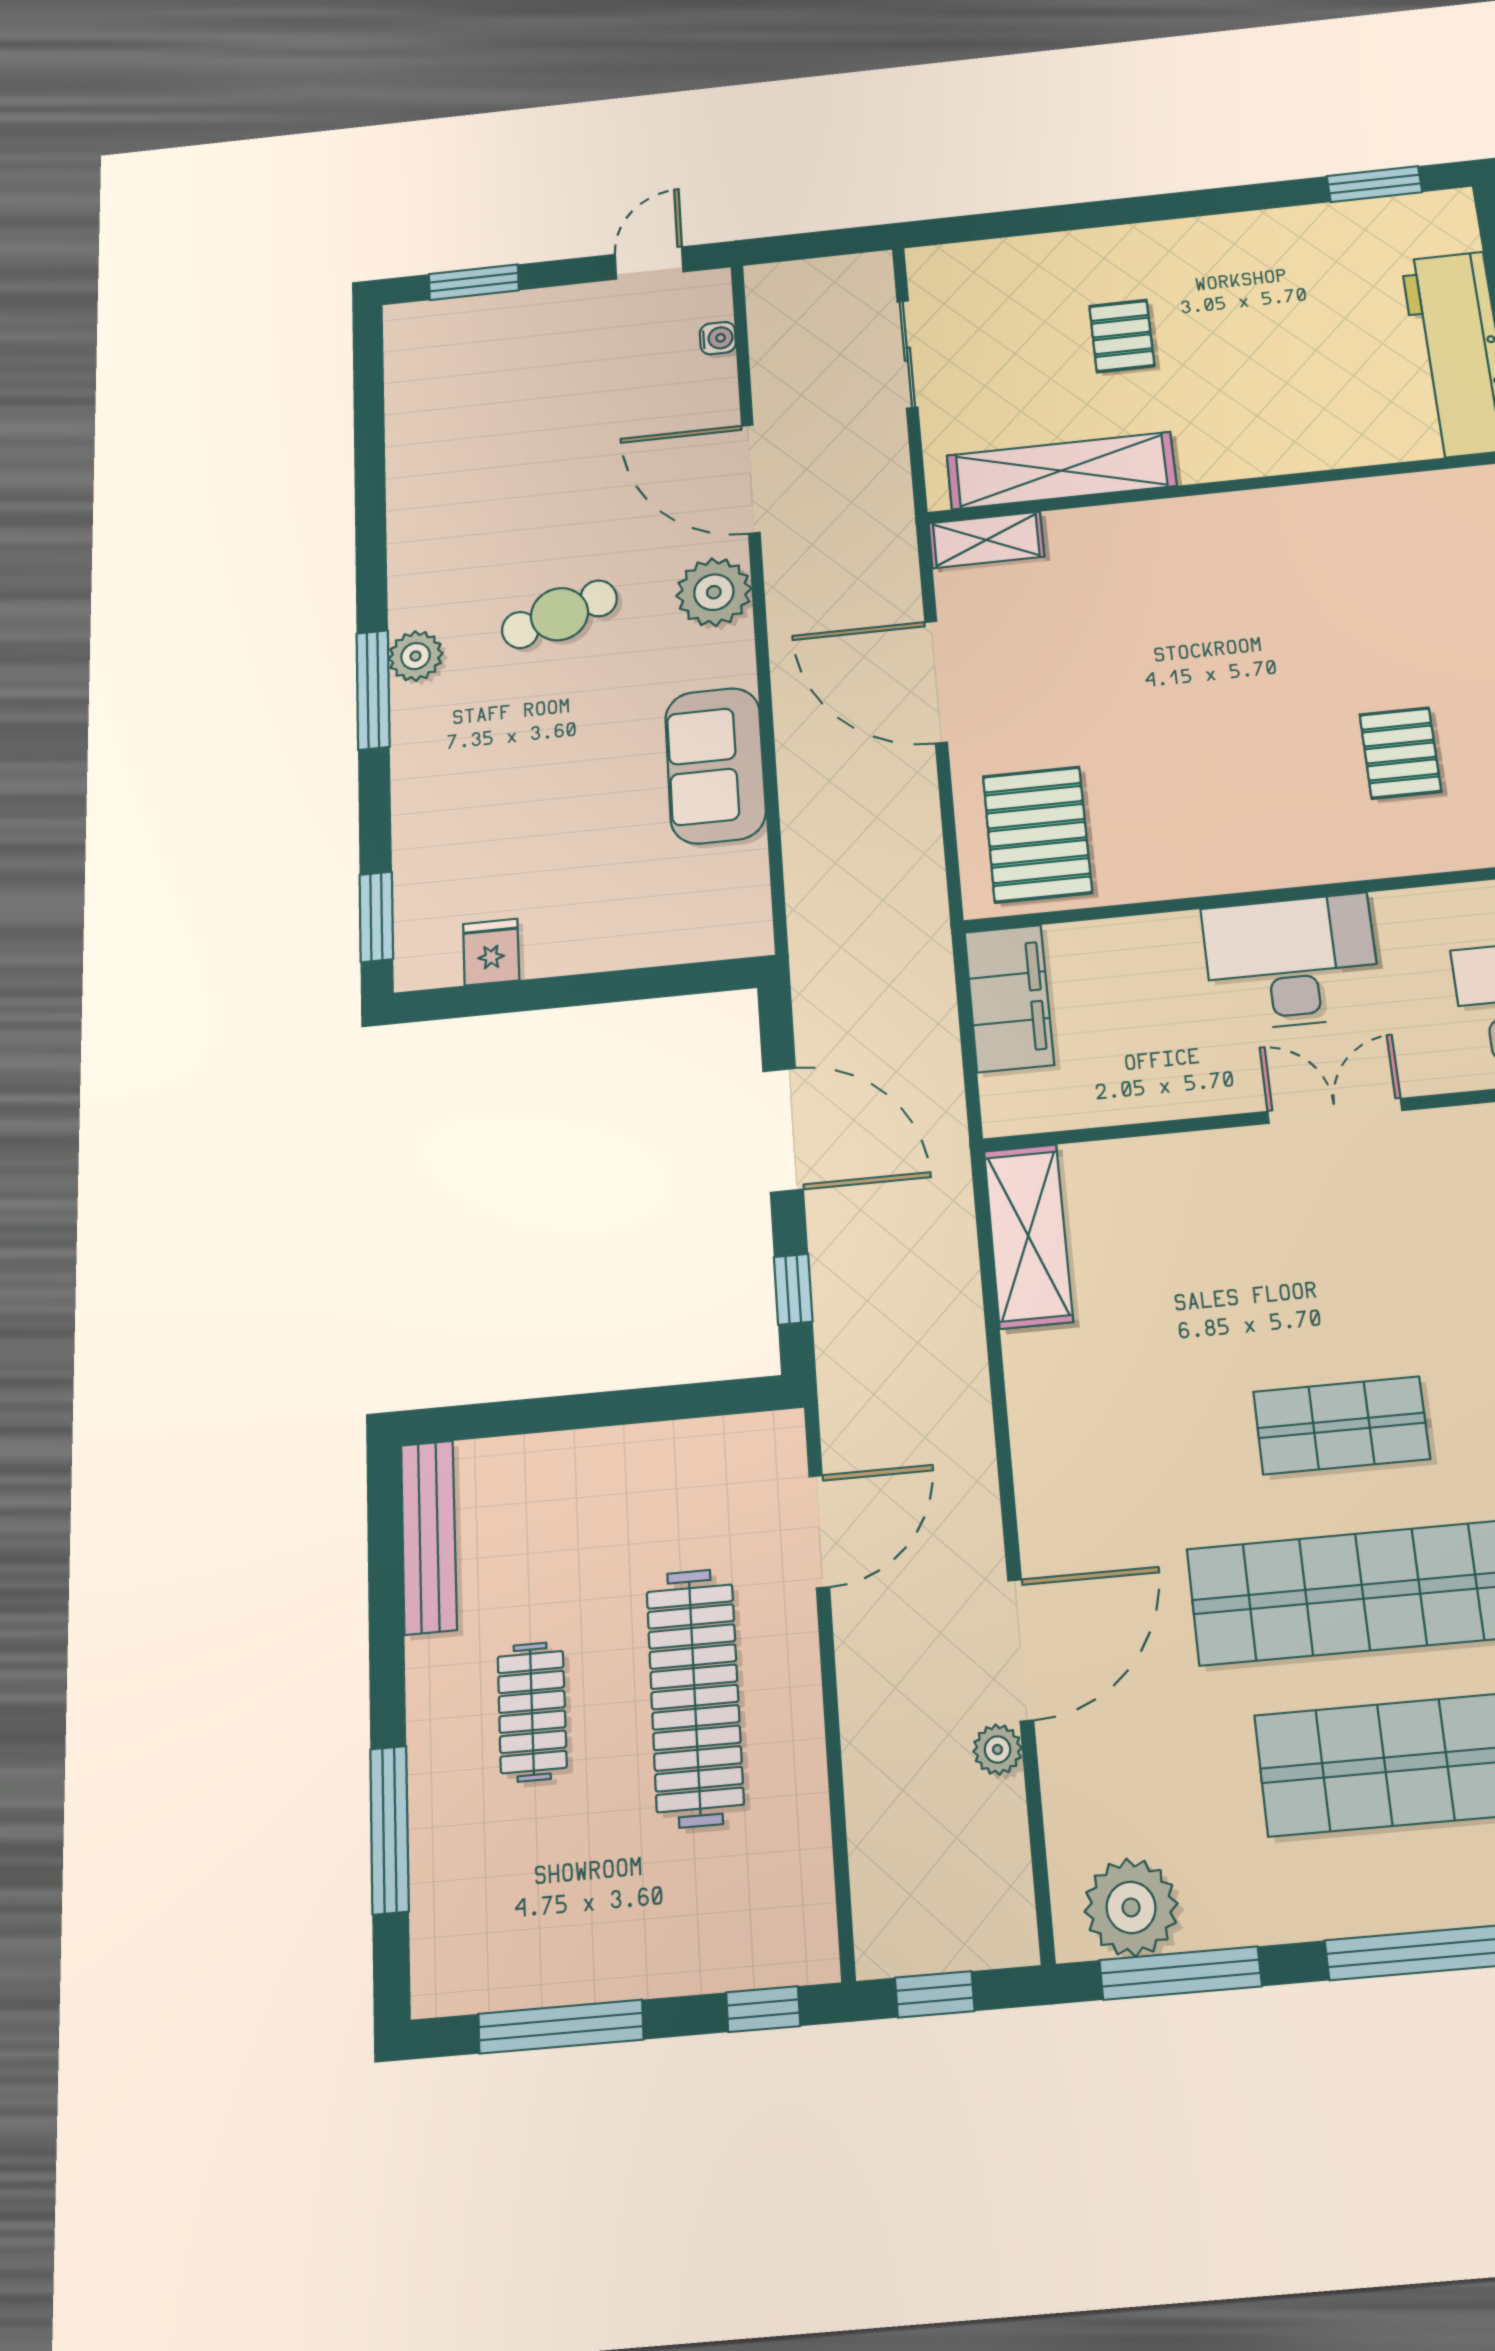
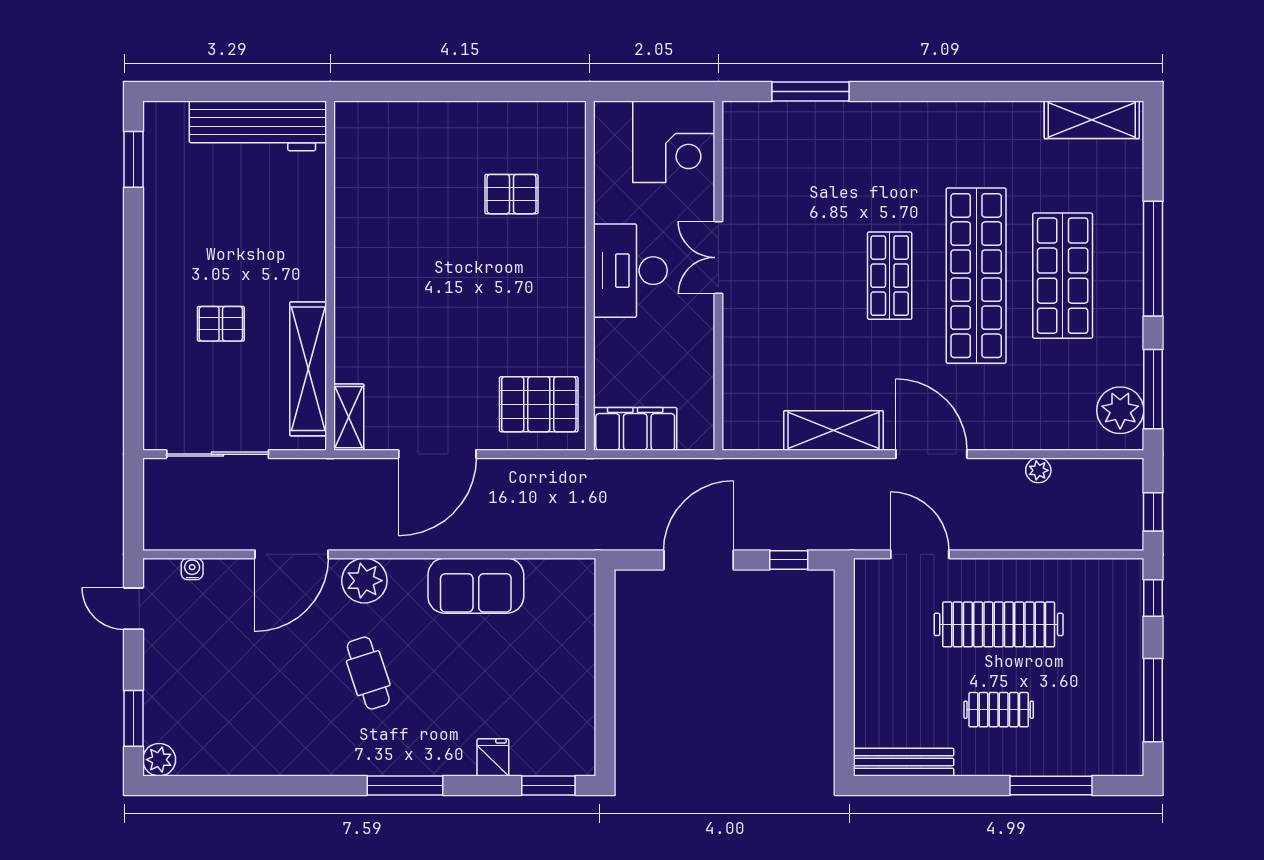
sliding door: (907, 354) -> (218, 454), width x1.37
plant: (416, 656) -> (159, 760), moved
fridge: (491, 952) -> (493, 757), moved, turned 90
shelving: (1028, 1236) -> (833, 431), moved
door: (1021, 1650) -> (931, 454), moved

